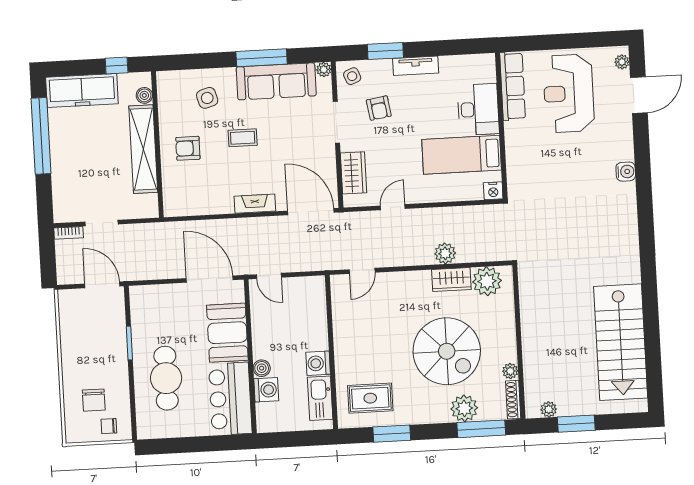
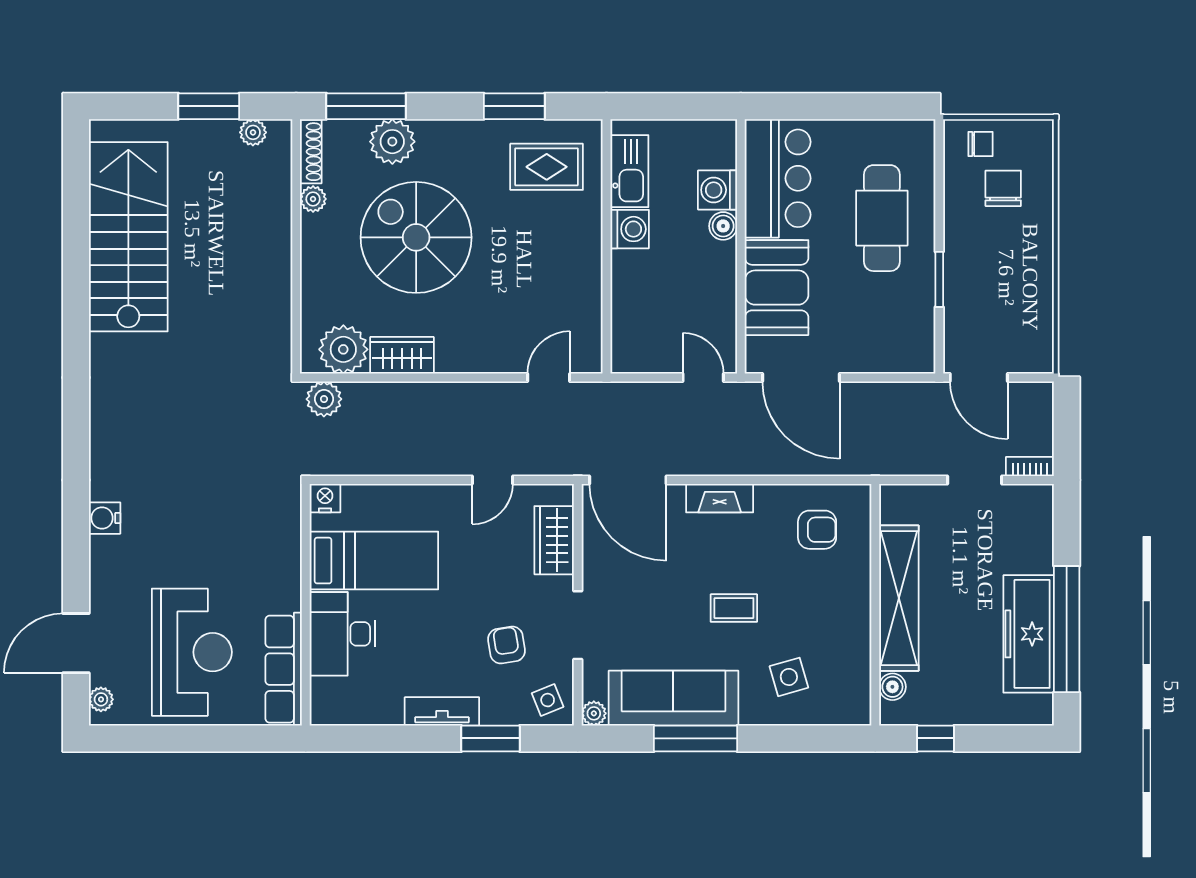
freezer: (82, 90) -> (1029, 634), moved, turned -90
armchair: (188, 148) -> (817, 530), moved
plant: (445, 253) -> (324, 399), moved

